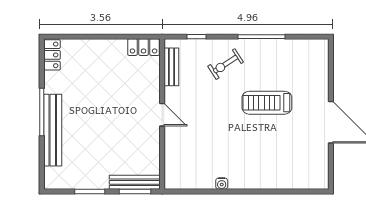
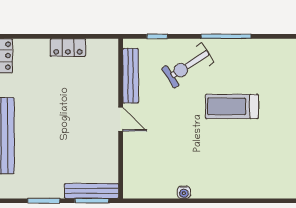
locker: (144, 47) -> (68, 47), moved
exercise bike: (226, 64) -> (188, 65), width x1.38, depth x1.39
bench: (171, 67) -> (131, 76), width x1.36

